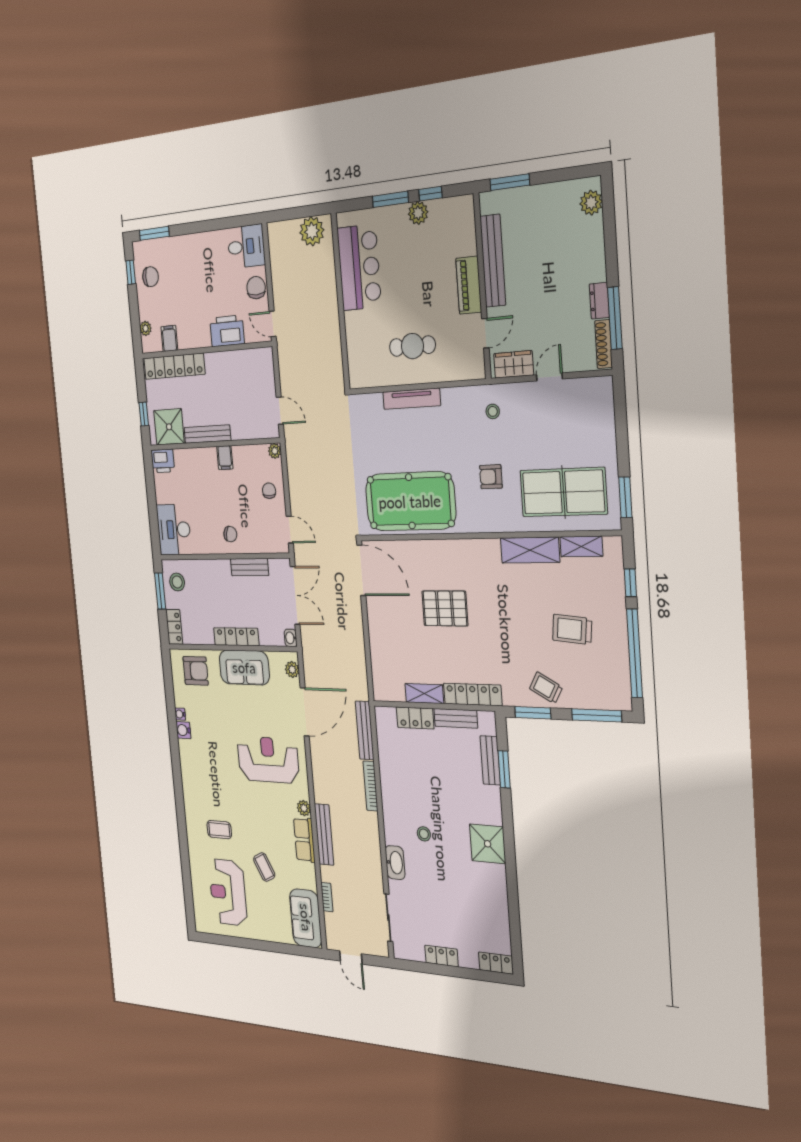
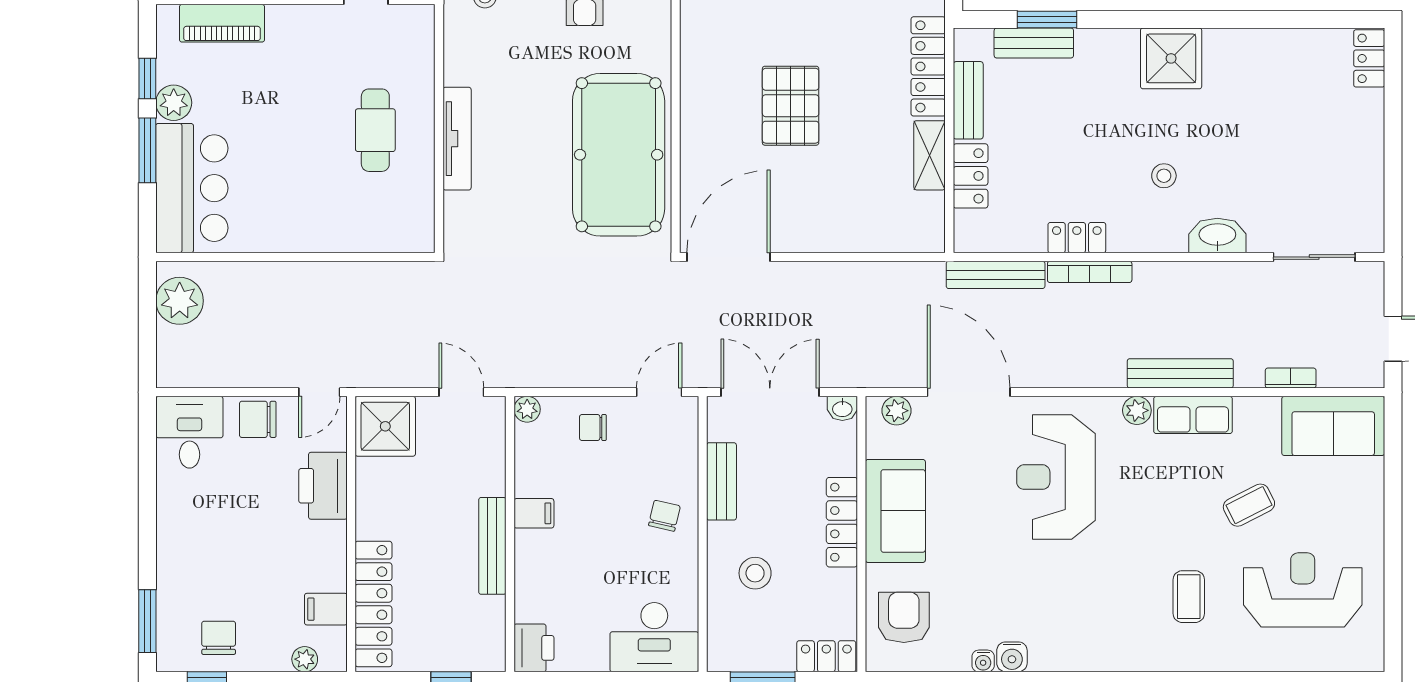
bar counter: (359, 267) -> (192, 188), moved, turned 90
piano: (469, 285) -> (222, 23), moved
door: (280, 411) -> (461, 392), hinge flipped
shower: (169, 427) -> (385, 426), moved
stool: (177, 582) -> (755, 573), moved
reception desk: (228, 892) -> (1303, 590), turned 180
locker: (442, 956) -> (1077, 238), moved, turned 90

